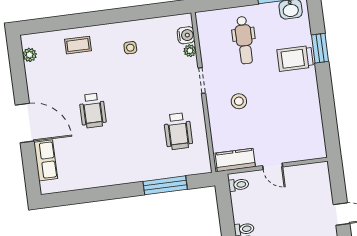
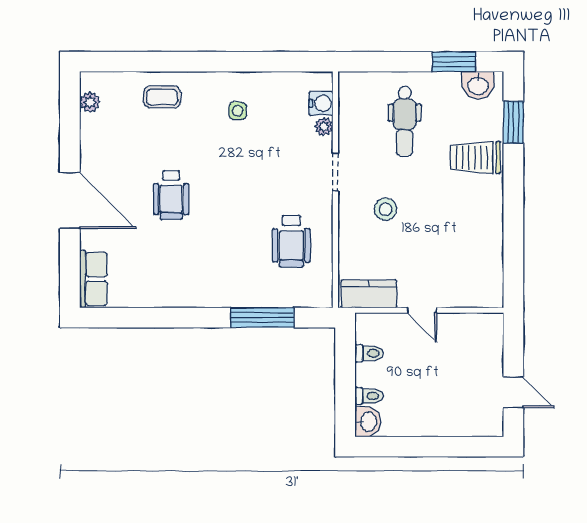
window: (320, 48) -> (513, 122), moved
row of seats: (46, 160) -> (93, 279), moved
toilet: (239, 185) -> (369, 353), moved

